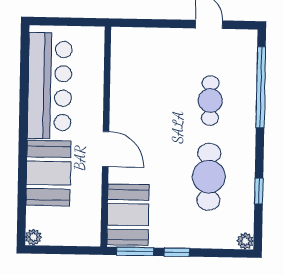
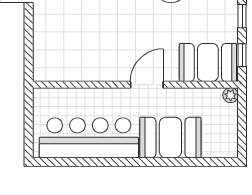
plant: (33, 237) -> (231, 95), moved
window: (135, 251) -> (242, 55), width x0.67

